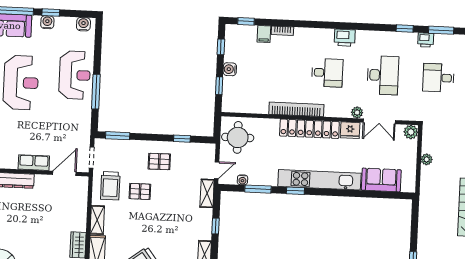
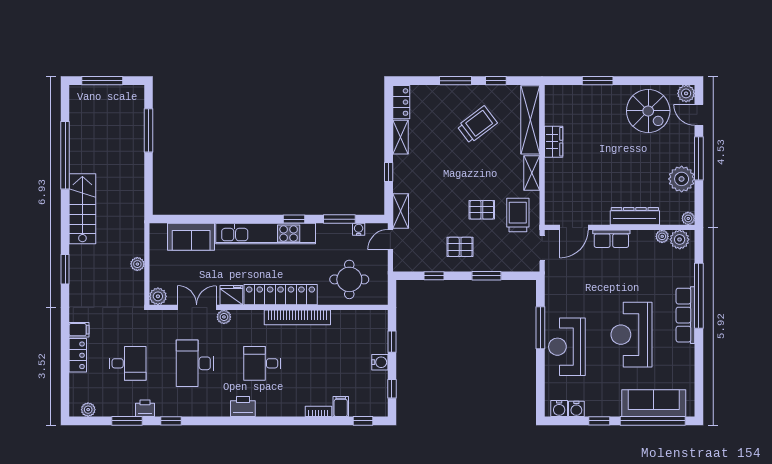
water cooler: (47, 22) -> (576, 409), moved
window: (118, 136) -> (487, 276), moved
round table: (238, 137) -> (349, 279), moved

